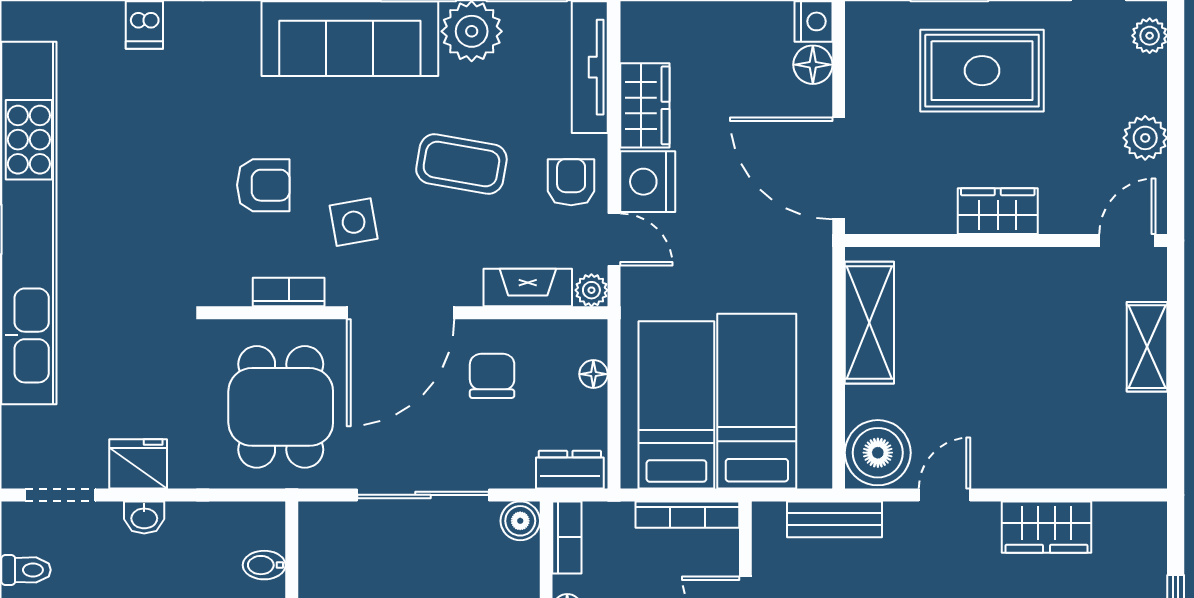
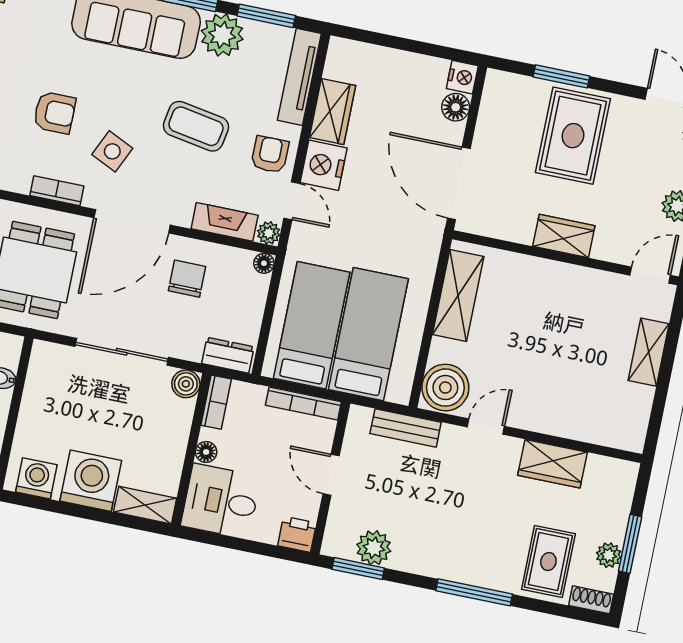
rug: (982, 71) -> (573, 136), turned 90
side table: (354, 222) -> (112, 151), turned 35
floor lamp: (593, 374) -> (264, 263), moved

